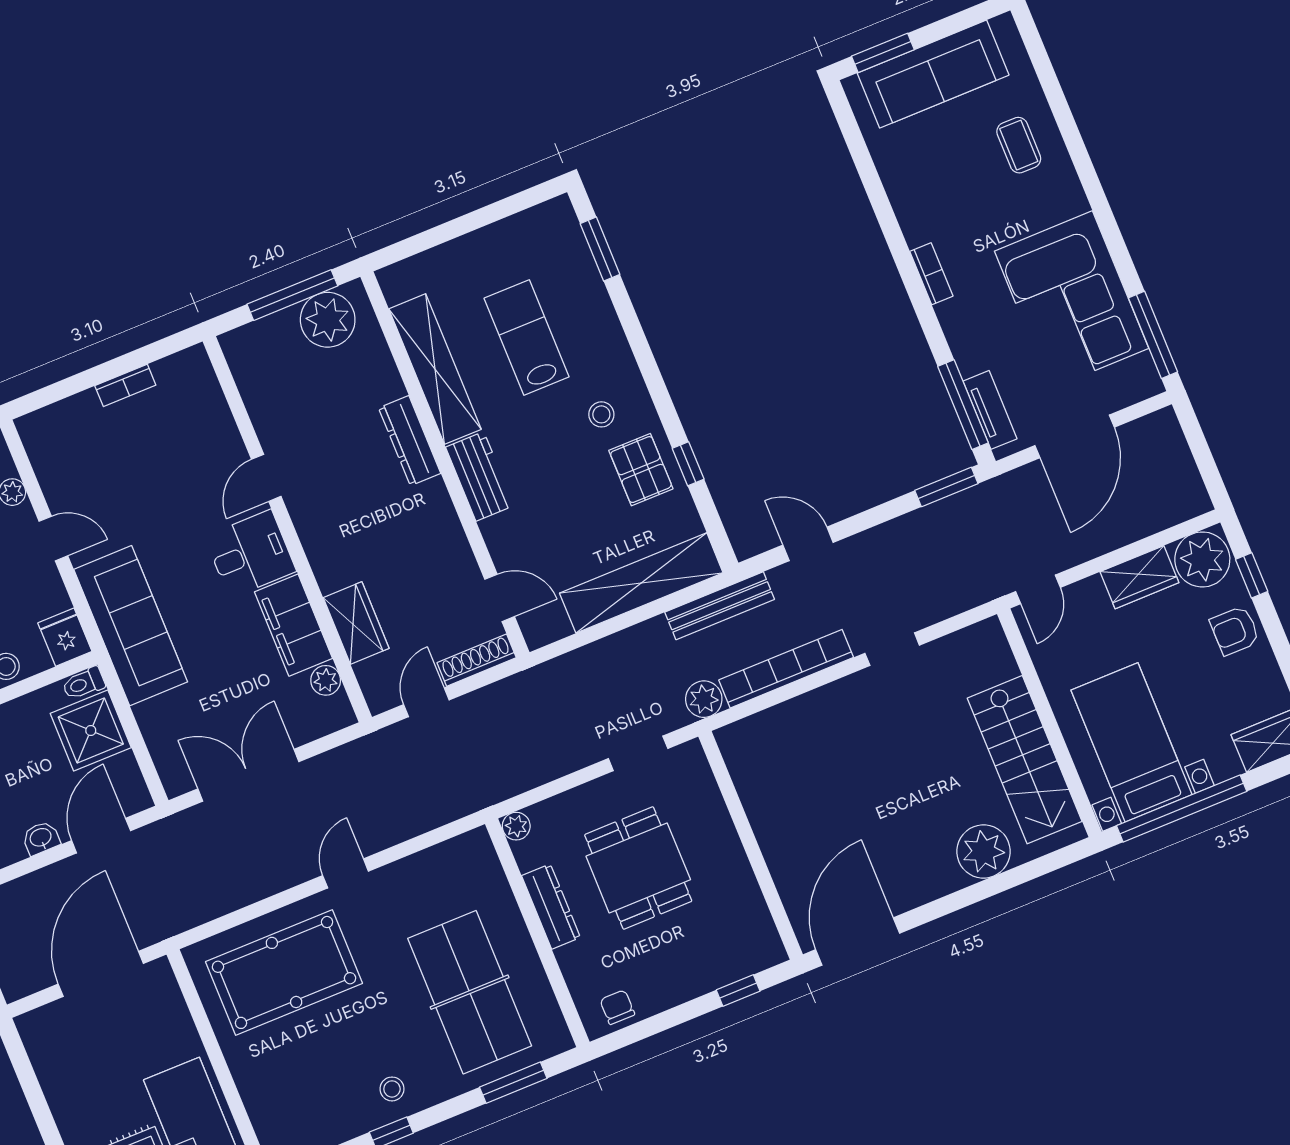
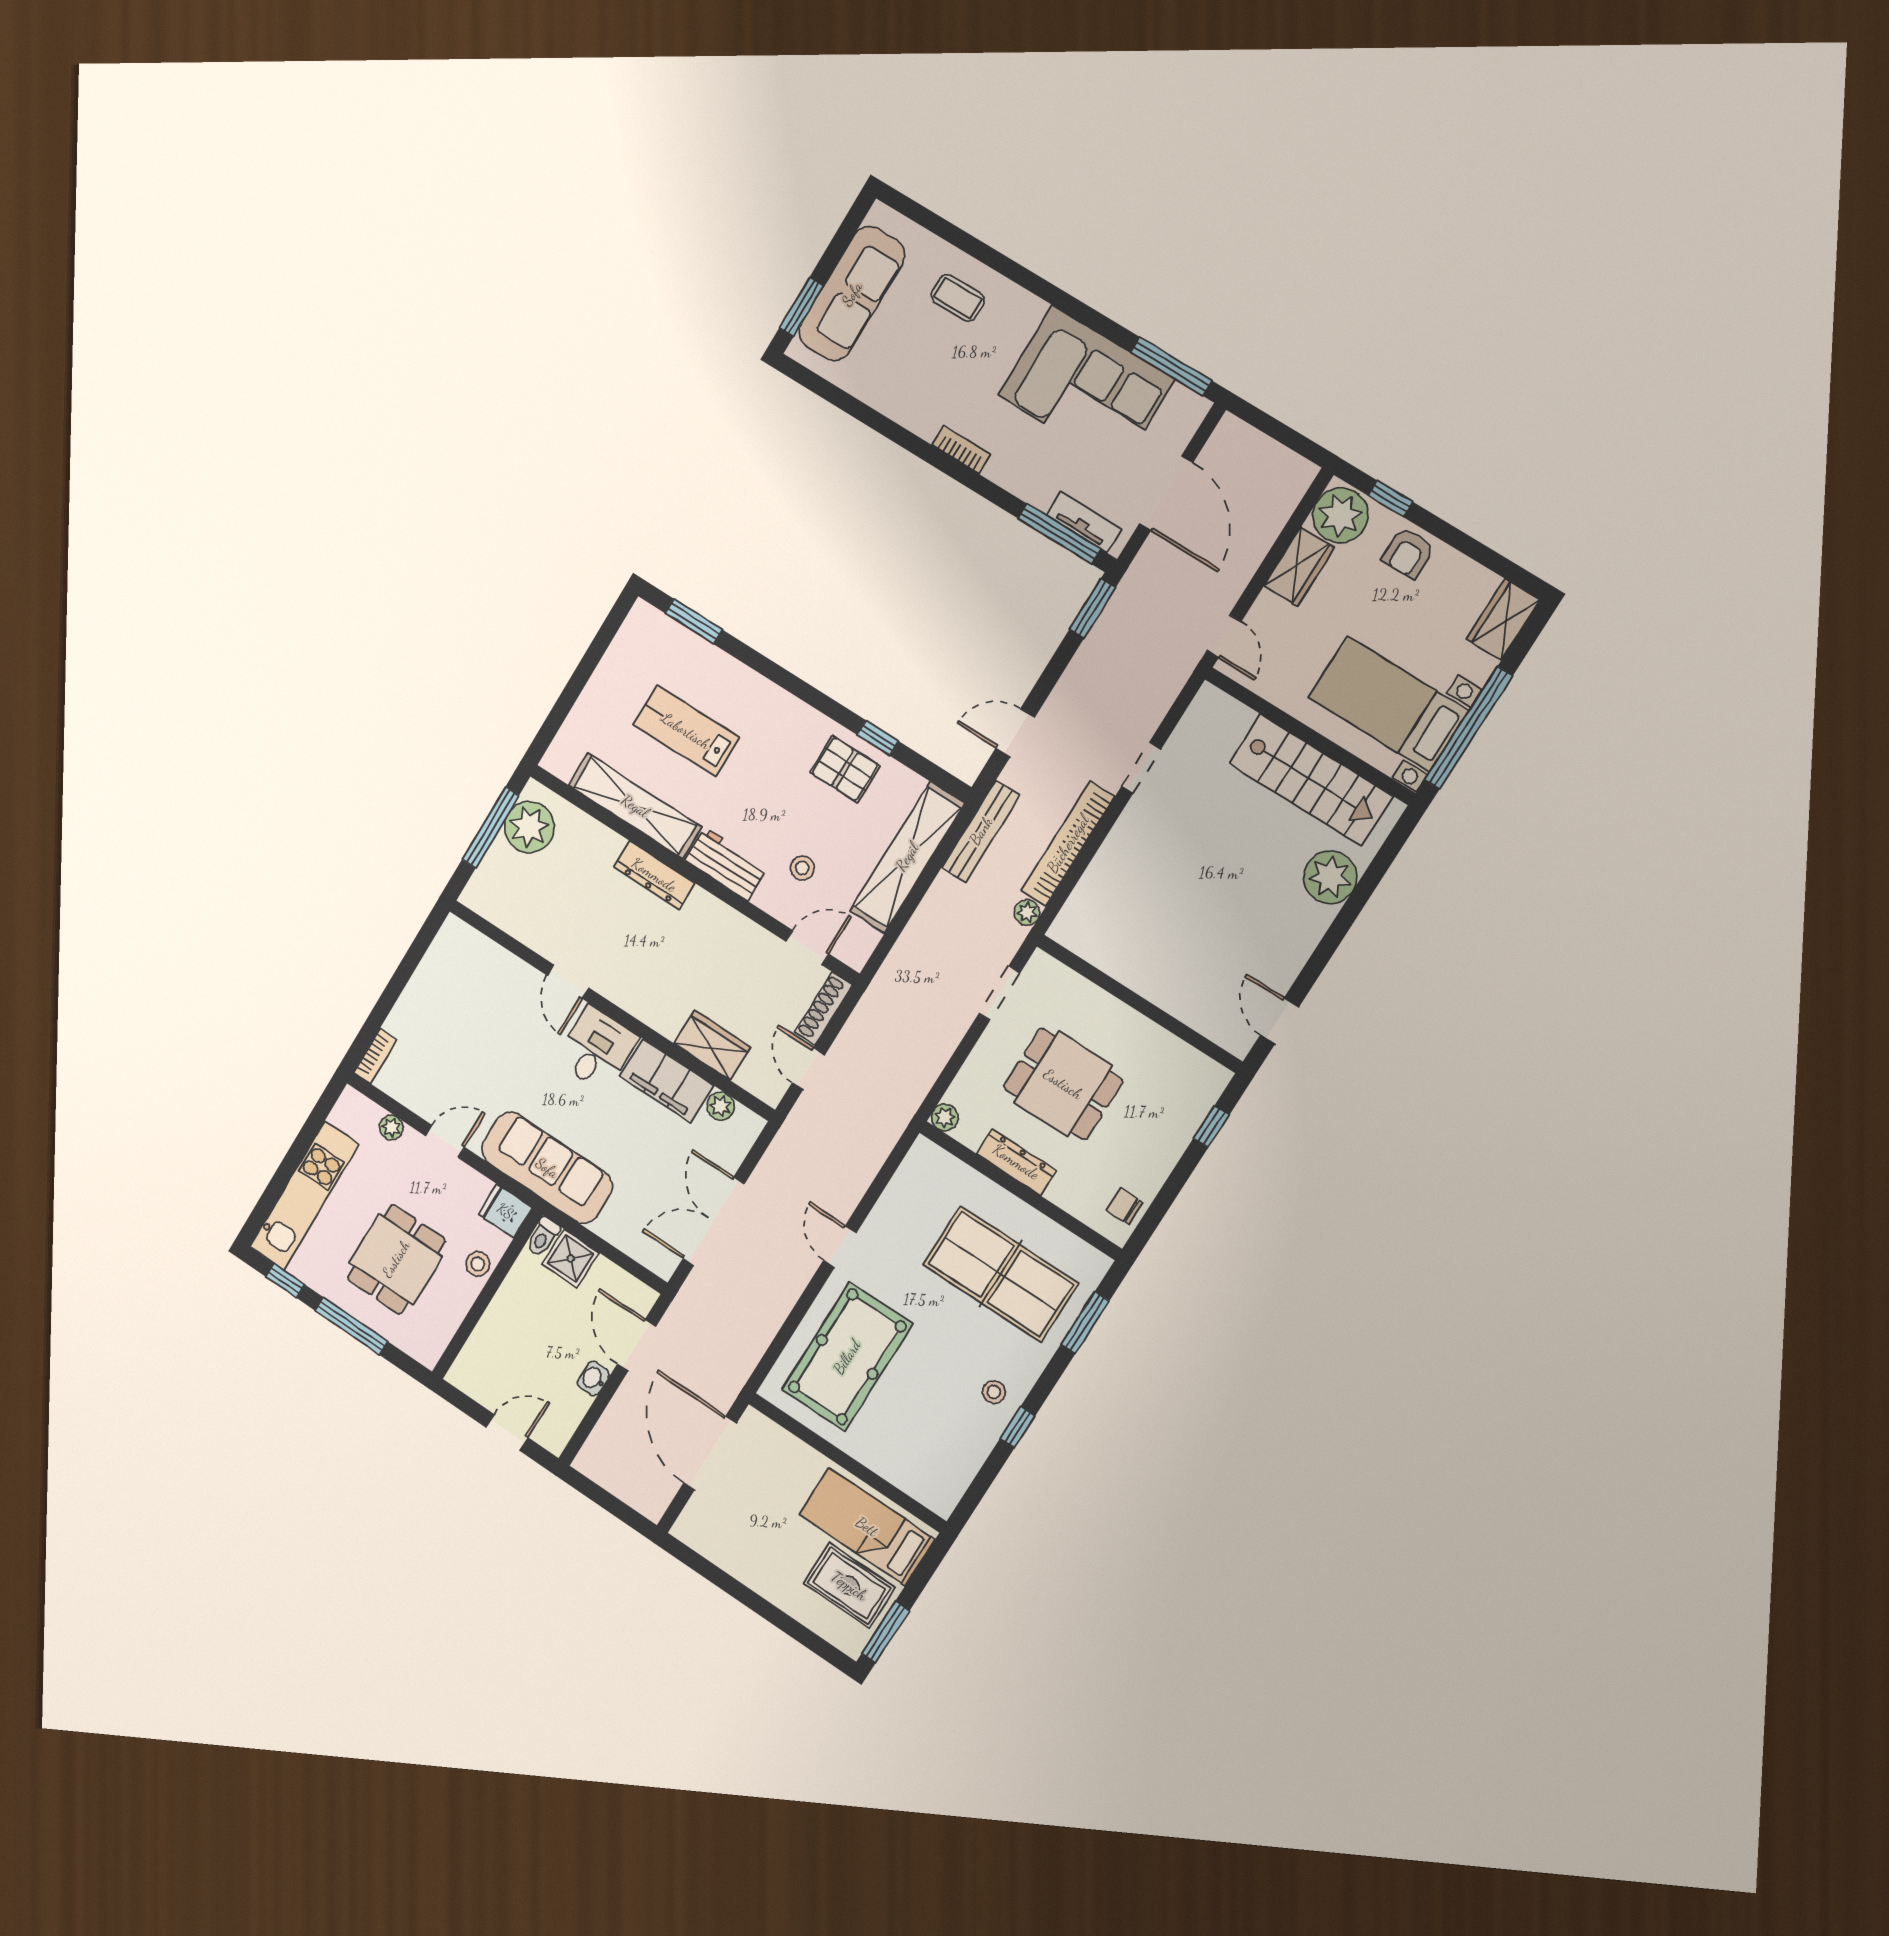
bookcase: (125, 385) -> (375, 1056), moved
stool: (601, 414) -> (802, 868), moved
plant: (704, 699) -> (1027, 912), width x0.73, depth x0.73
shower: (91, 731) -> (571, 1259), width x0.73, depth x0.73
door: (858, 941) -> (1280, 1021), width x0.53

